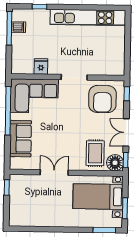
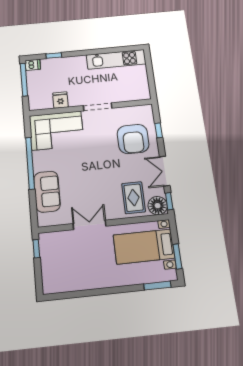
kitchen unit: (88, 18) -> (116, 59), width x0.73
dishwasher: (19, 27) -> (33, 65), moved
fridge: (41, 66) -> (60, 100), moved
wall: (68, 77) -> (91, 107), moved
doorway: (74, 77) -> (98, 107), moved
corner sofa: (34, 96) -> (57, 131), moved

